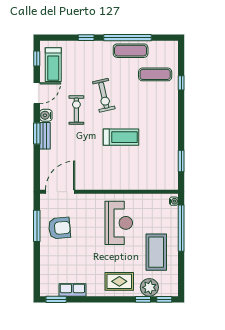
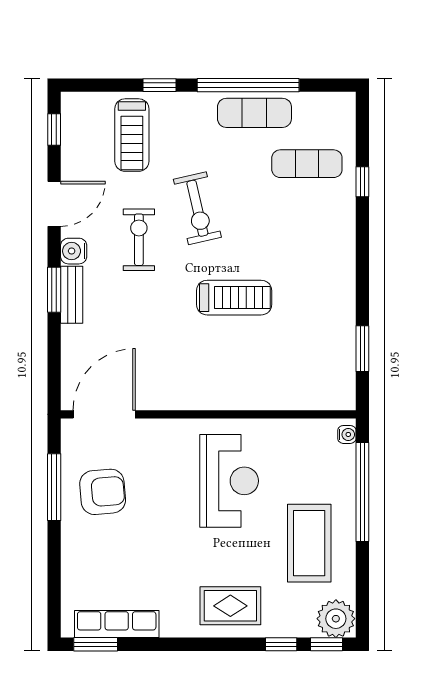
treadmill: (53, 65) -> (132, 135), moved
plant: (149, 287) -> (336, 619), moved
row of seats: (72, 290) -> (117, 624), width x1.48

